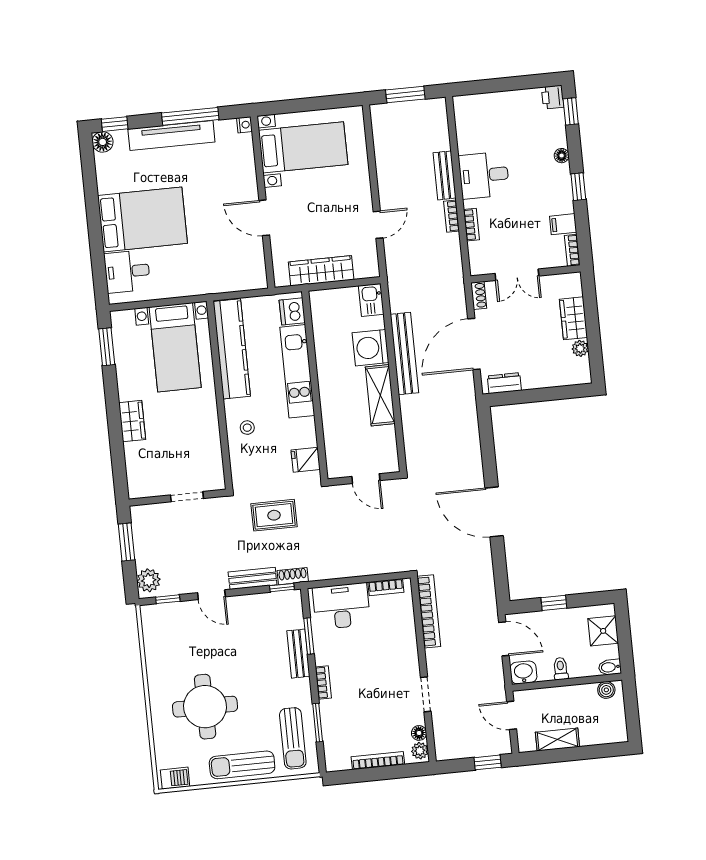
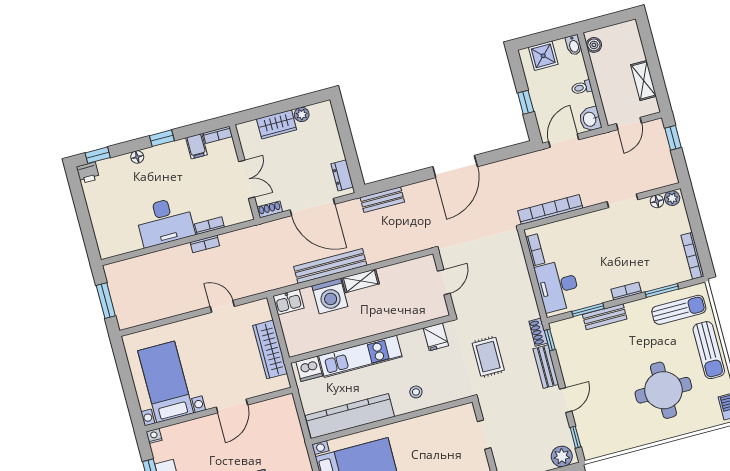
bench: (445, 175) -> (382, 200), moved
desk: (484, 175) -> (165, 222), width x1.37
shelving: (380, 395) -> (361, 281), width x0.67, depth x0.75
bookcase: (378, 761) -> (692, 256), moved

